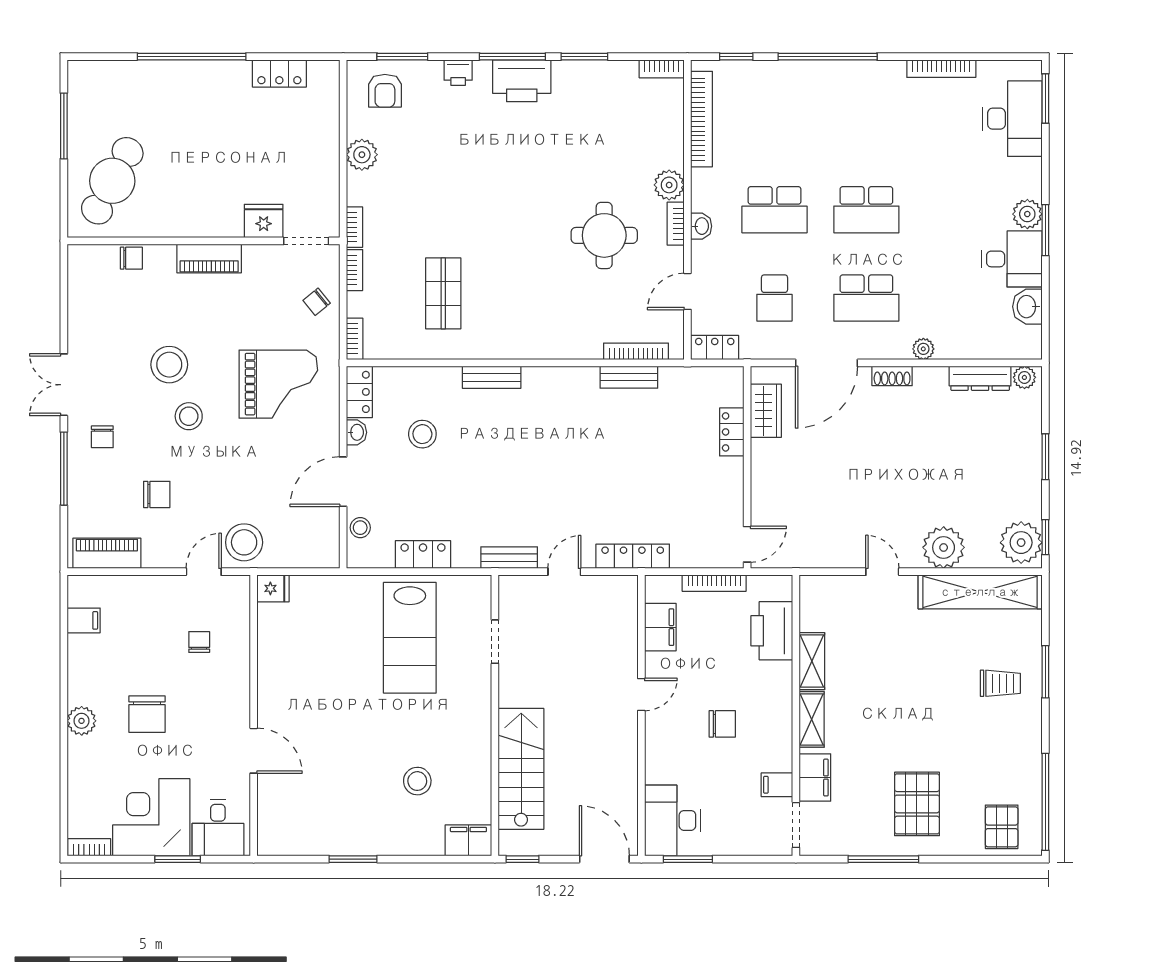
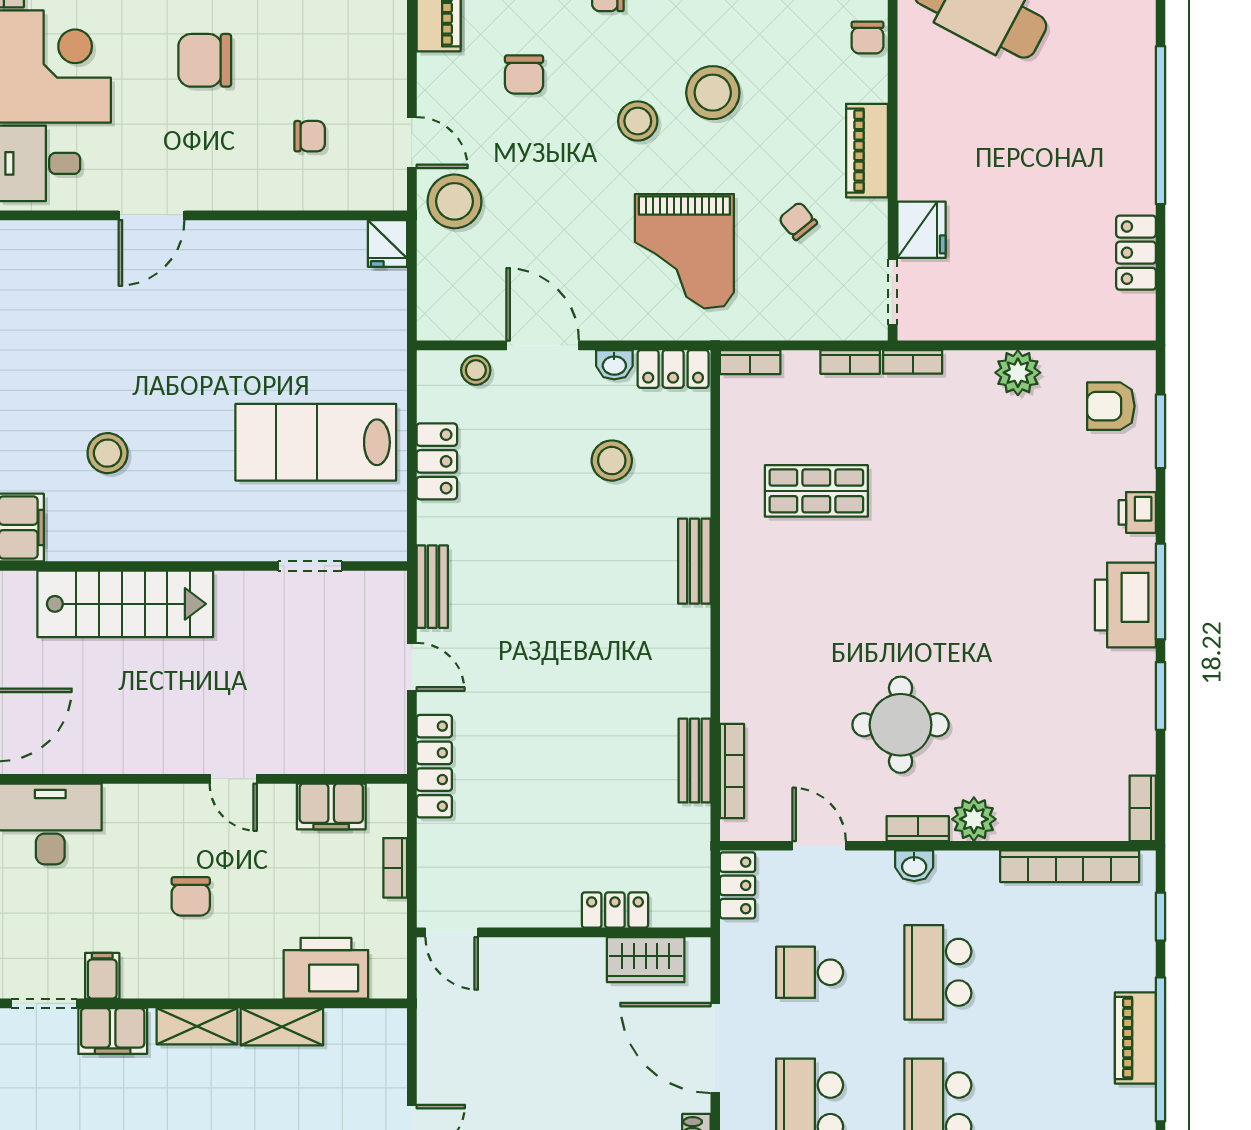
piano: (820, 74) -> (1135, 1038), added
chair: (317, 302) -> (798, 221), moved
bookcase: (714, 583) -> (395, 868), width x0.64

